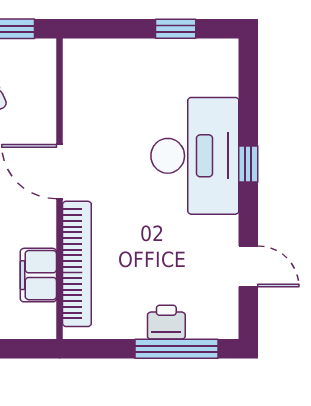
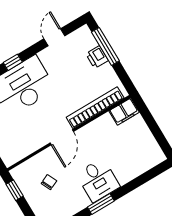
filing cabinet: (38, 275) -> (124, 112), moved

